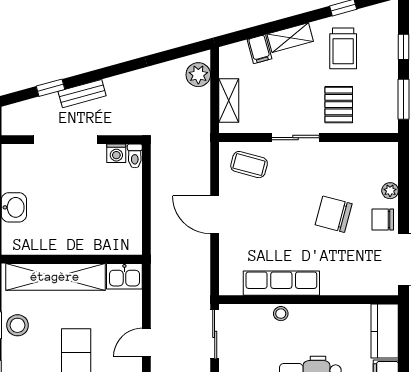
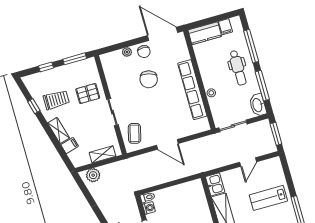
door: (215, 215) -> (167, 144), hinge flipped
row of seats: (281, 283) -> (192, 90), width x1.36
door: (146, 343) -> (248, 162), hinge flipped

